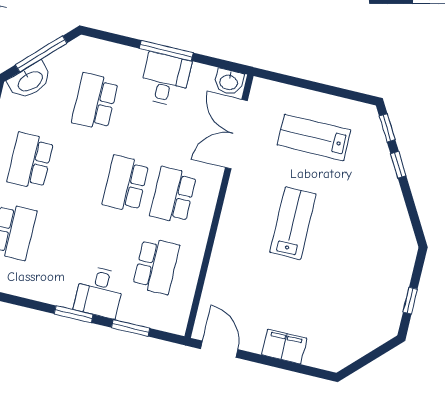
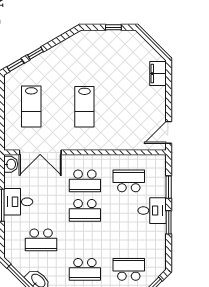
lab bench: (293, 223) -> (84, 107), turned -90
filing cabinet: (284, 347) -> (158, 74), moved

